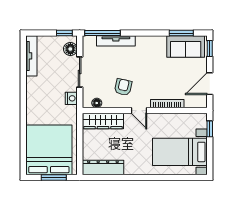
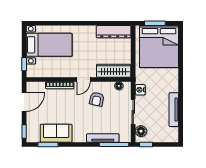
sofa: (186, 47) -> (56, 133), moved
tv unit: (31, 56) -> (174, 110), moved
door: (139, 111) -> (84, 79), swing flipped

